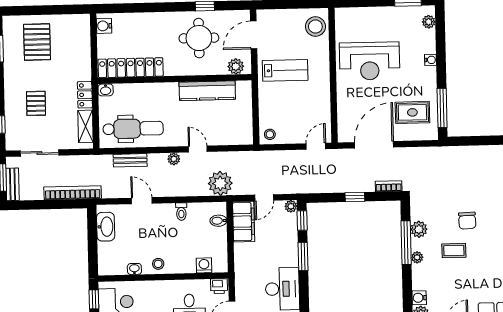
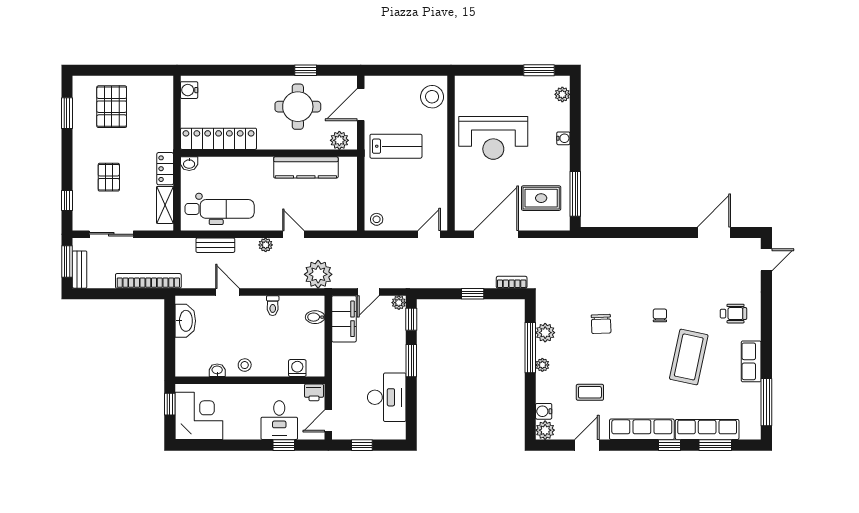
coffee table: (454, 251) -> (590, 392), moved

